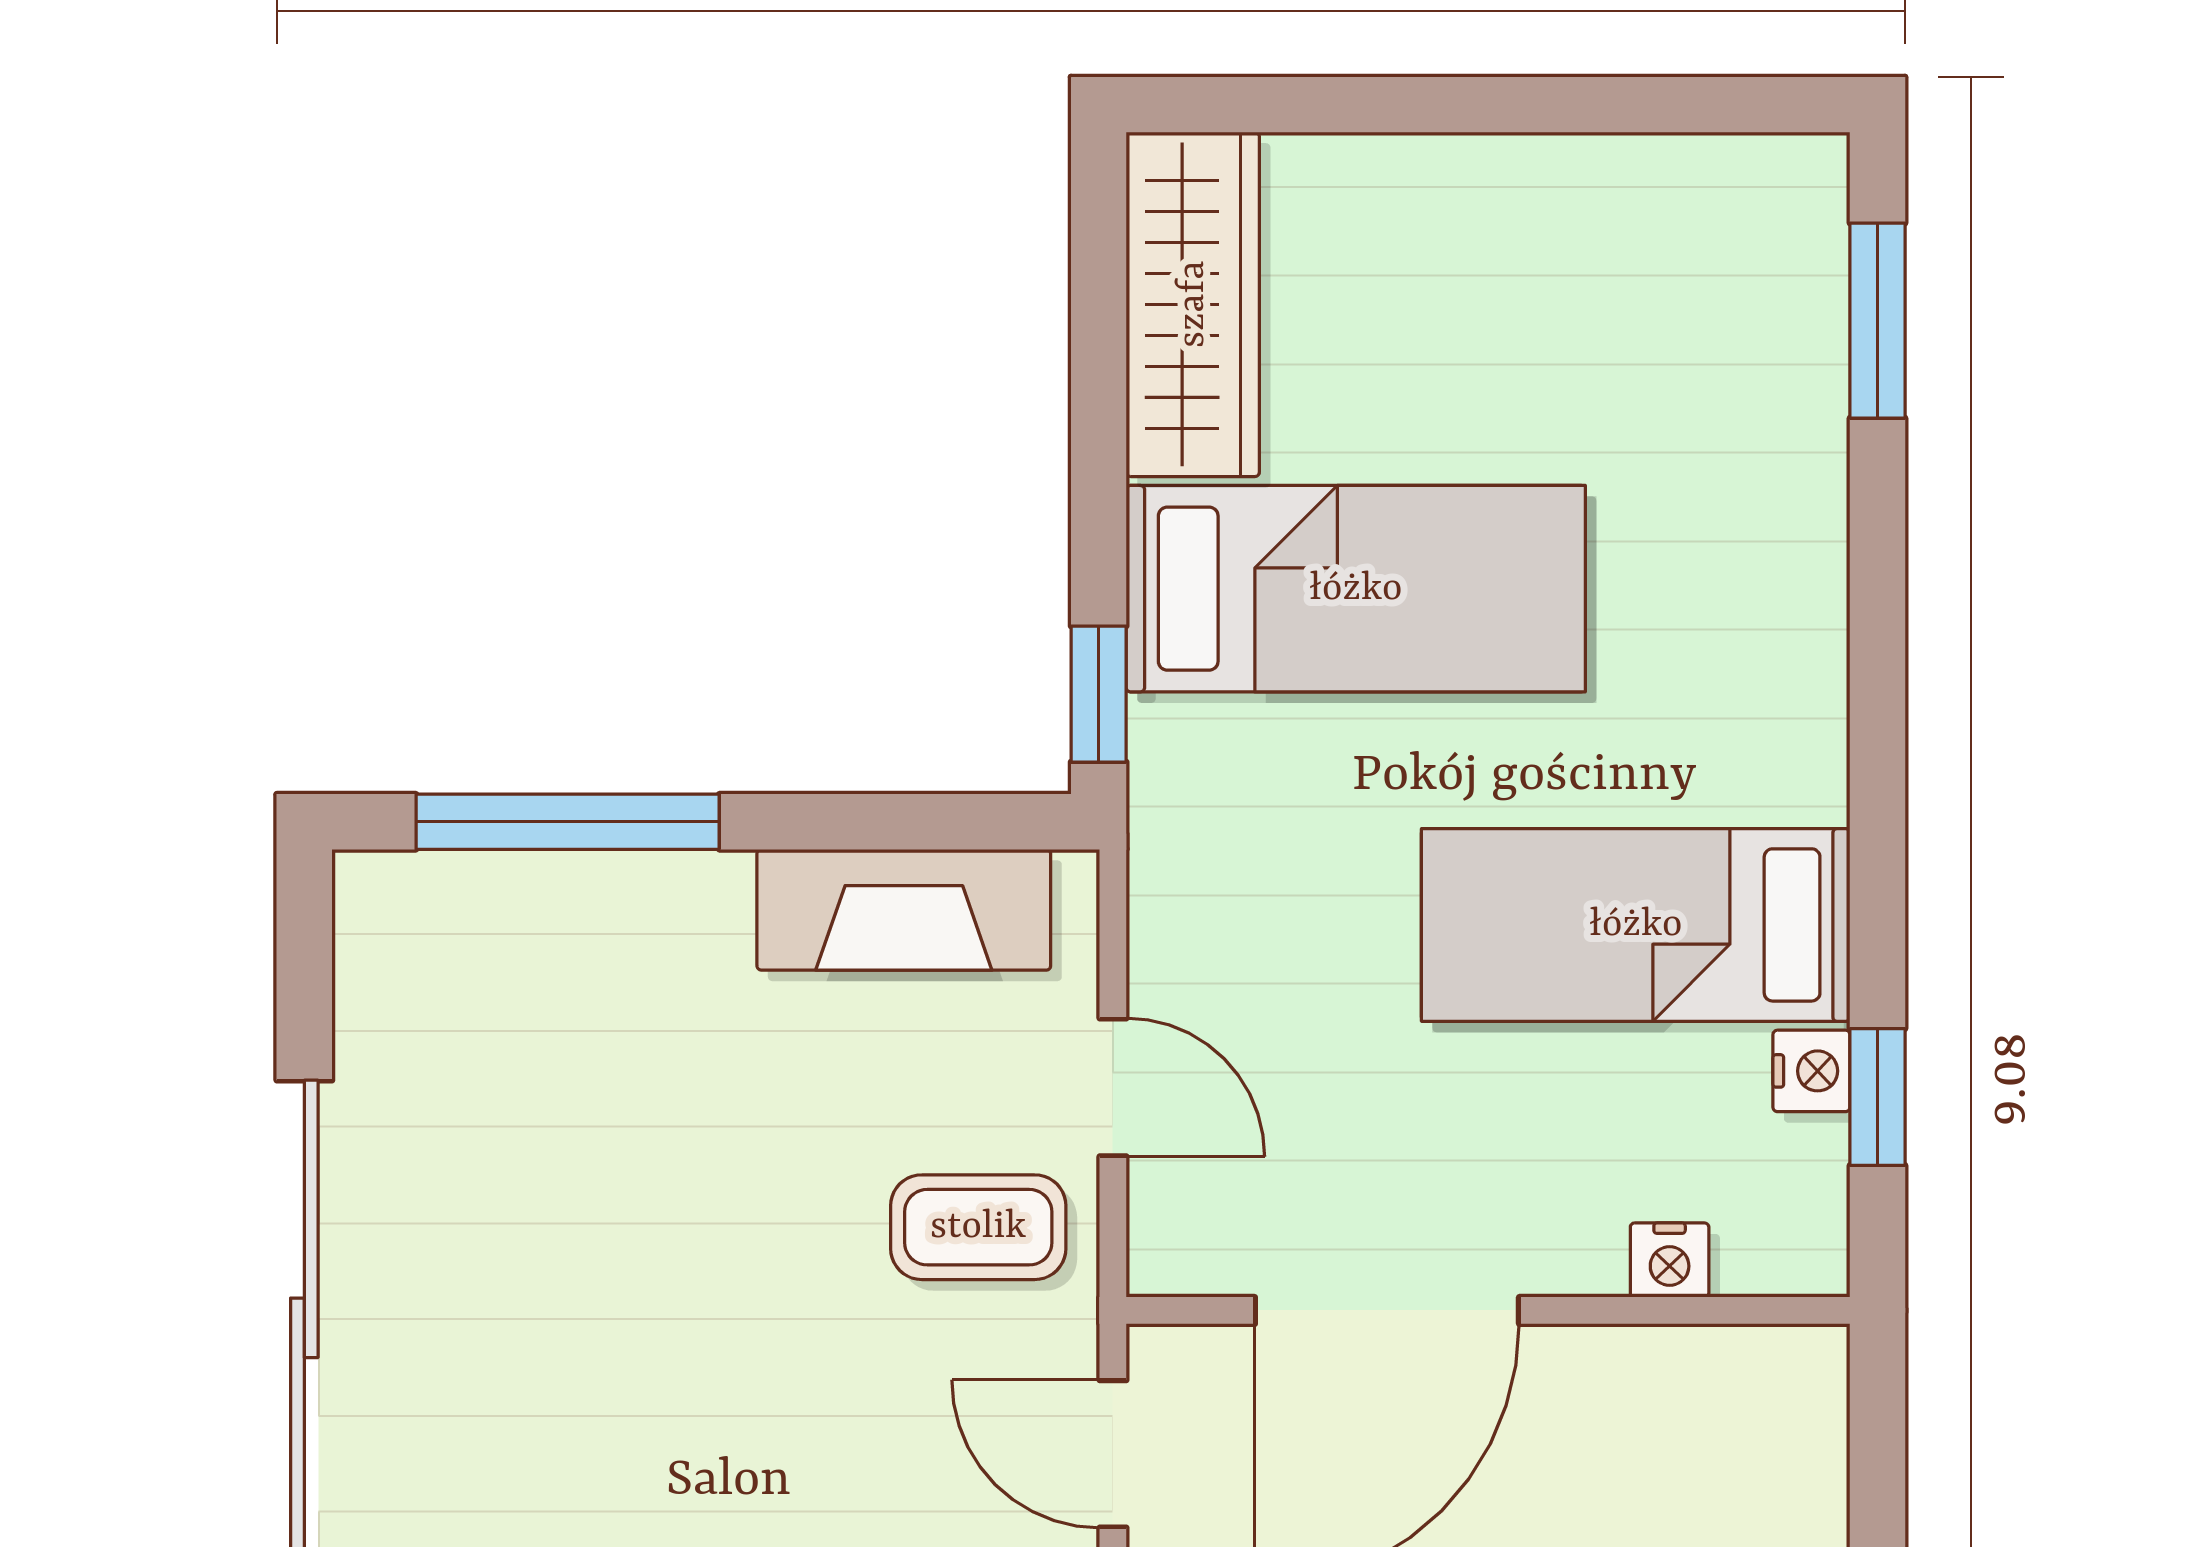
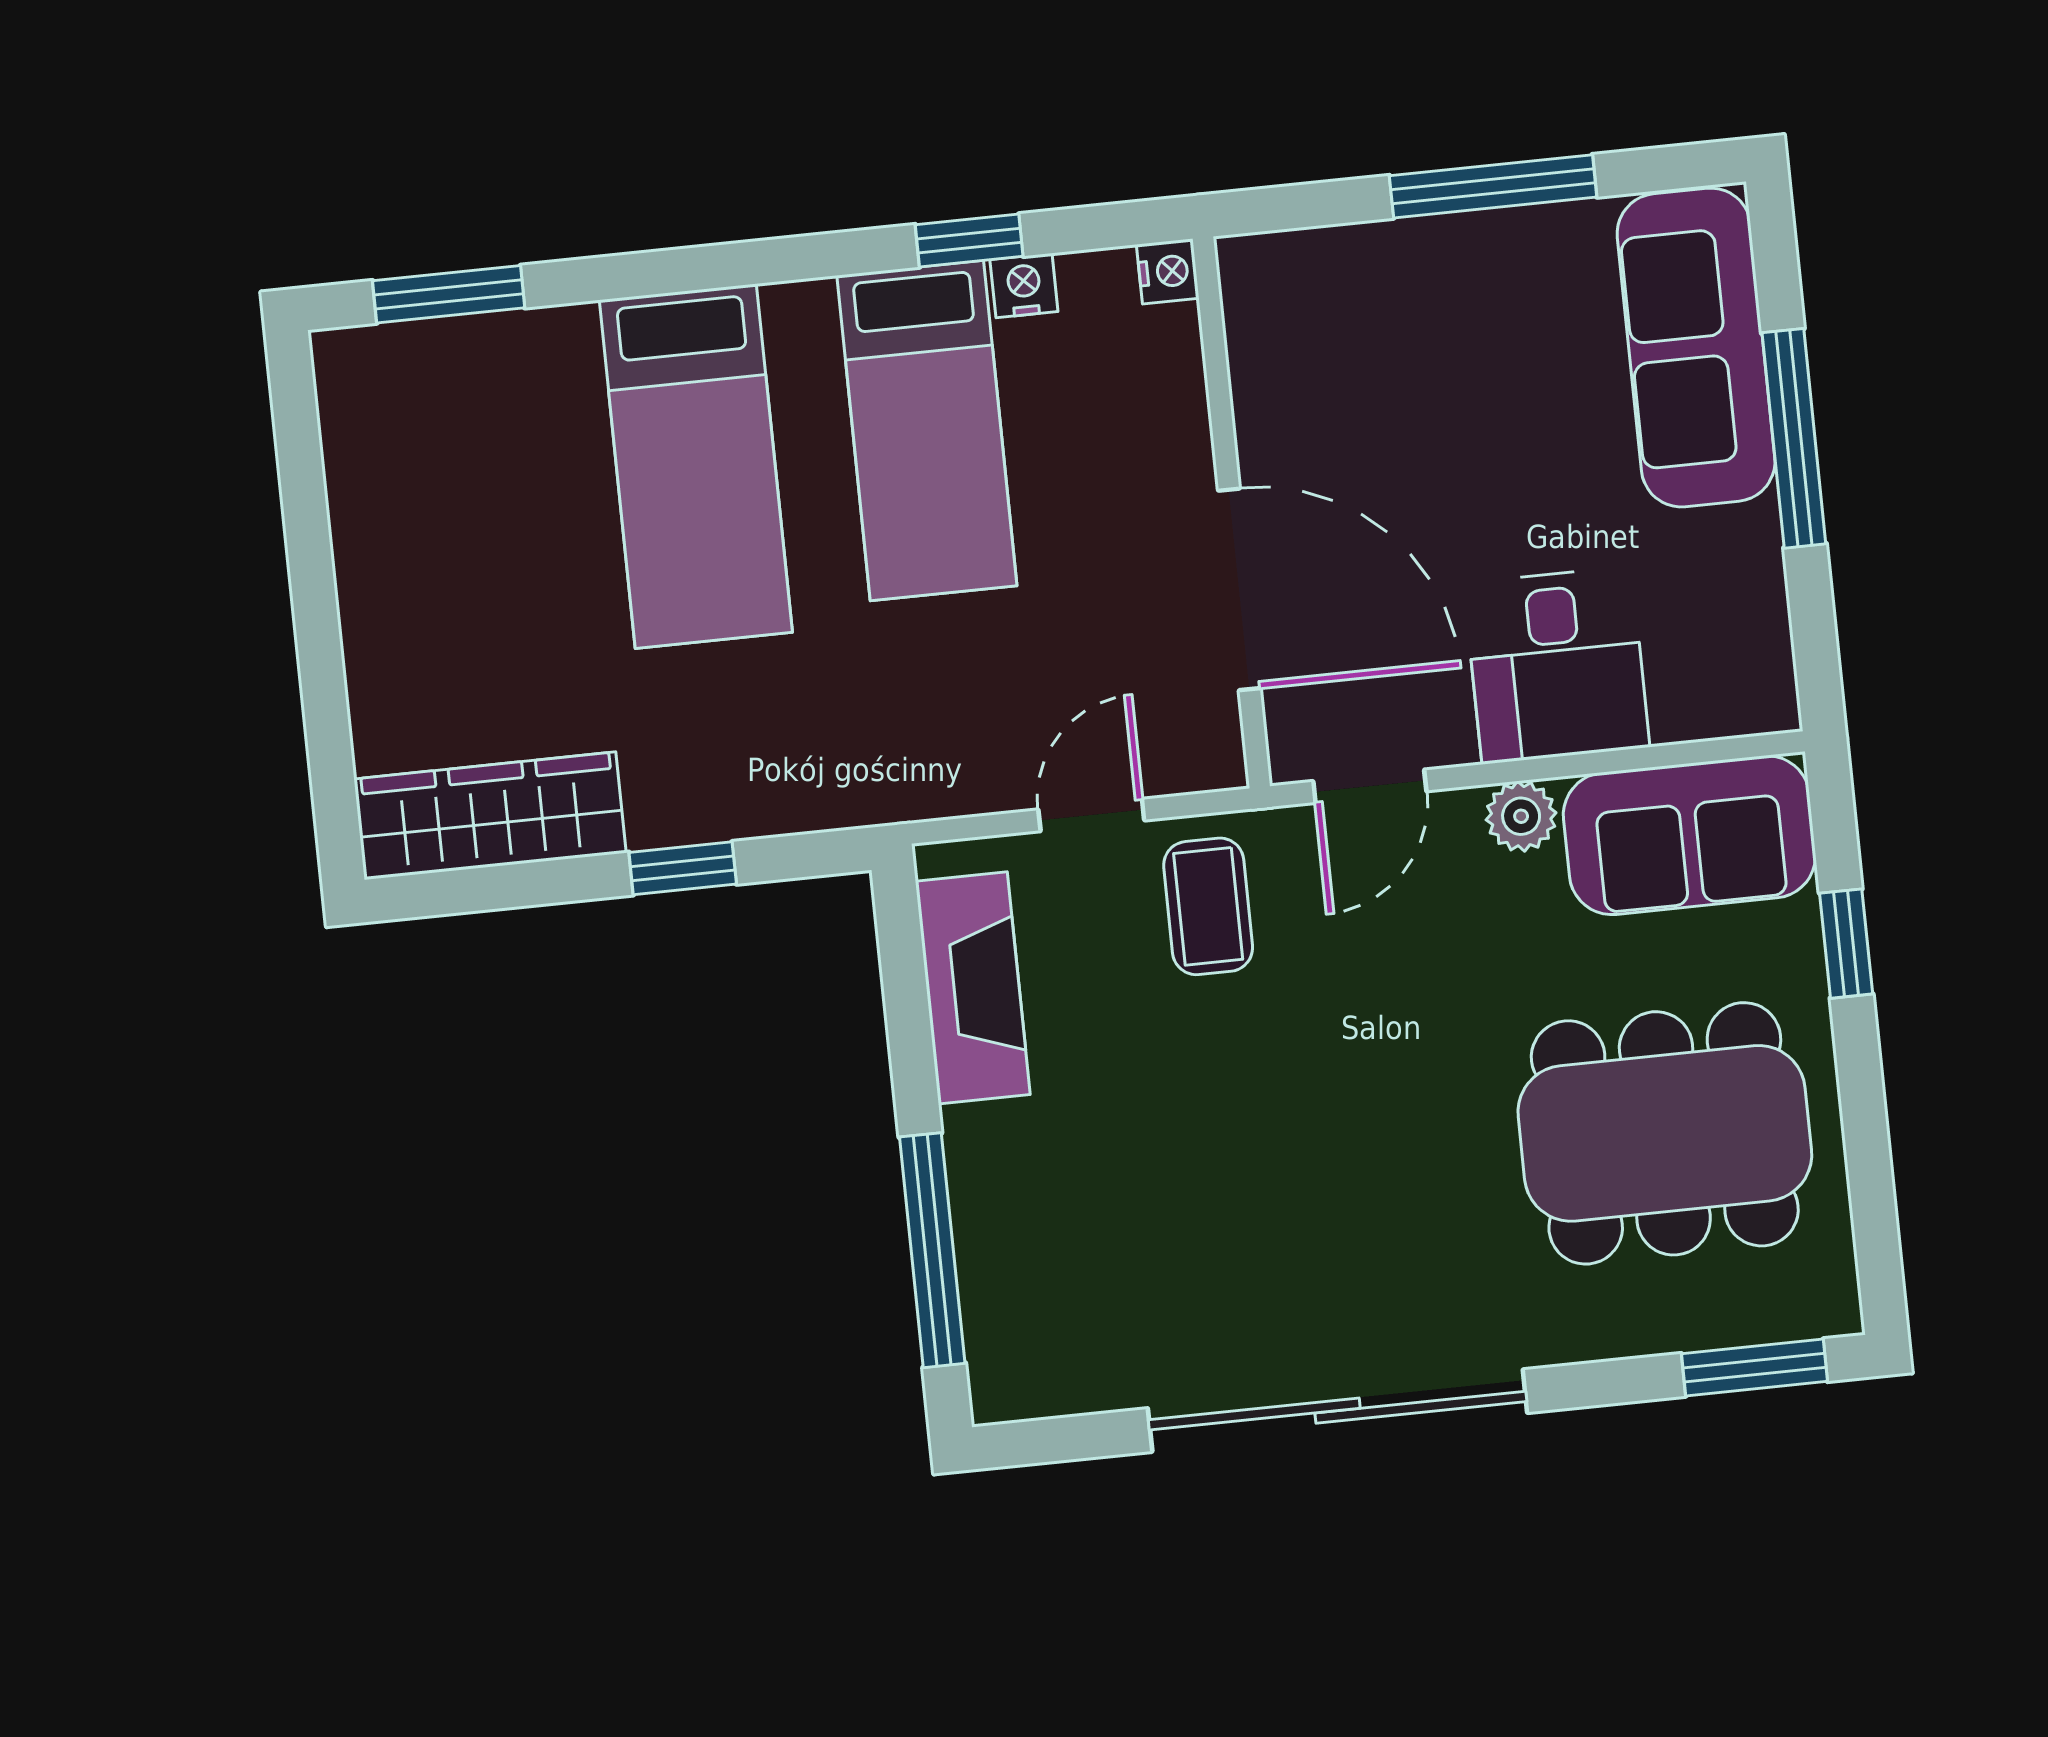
bed: (1356, 589) -> (696, 466), moved, turned 180
window: (1099, 694) -> (683, 868), moved
window: (1878, 1097) -> (969, 240), moved
nightstand: (1670, 1260) -> (1168, 271), moved

